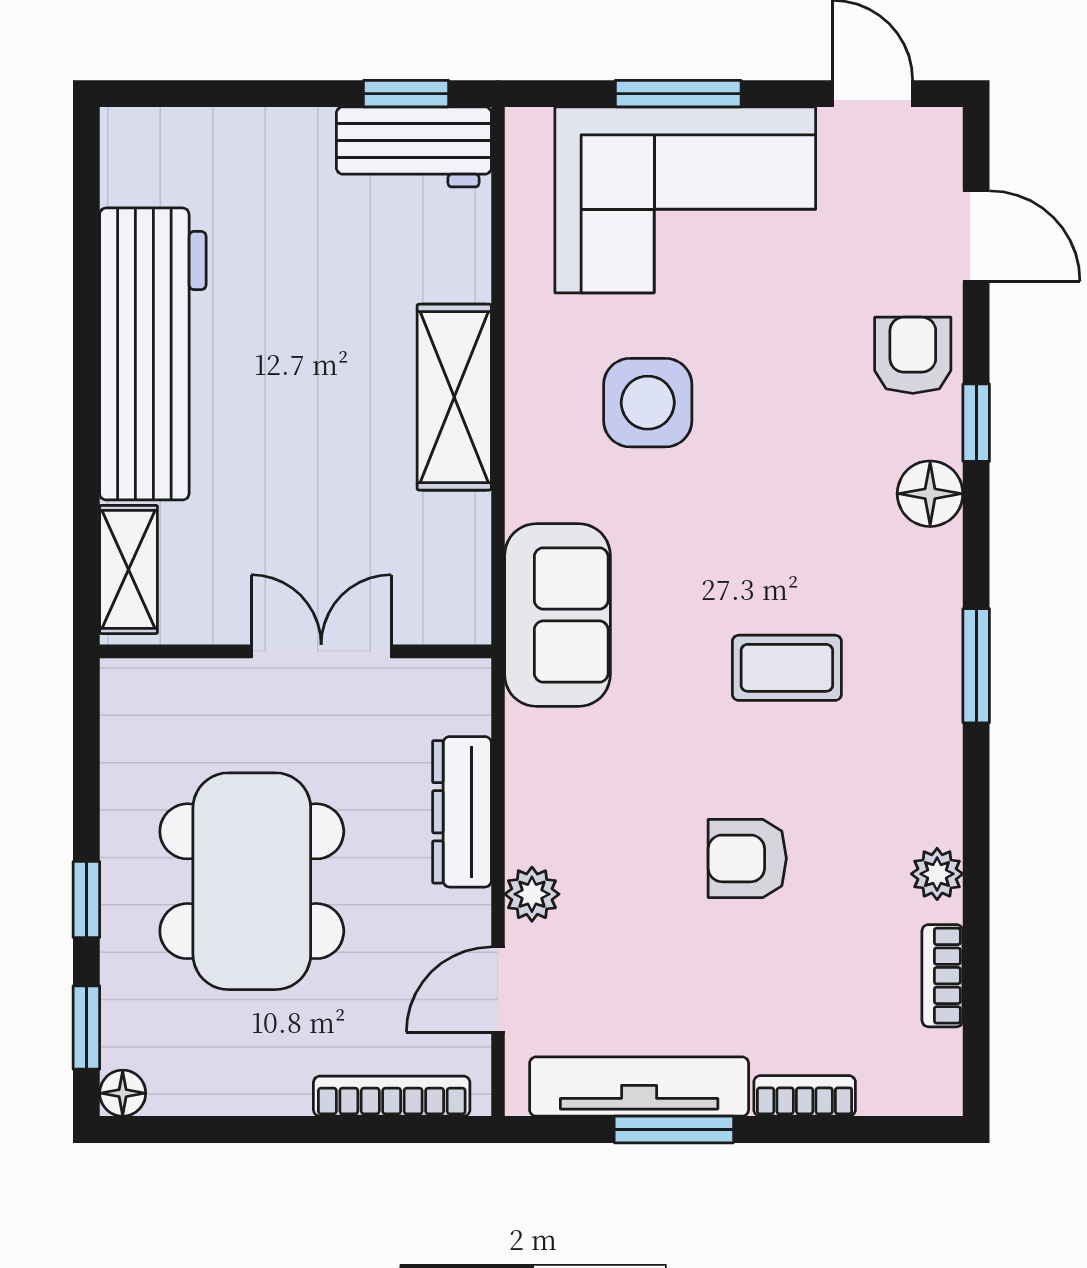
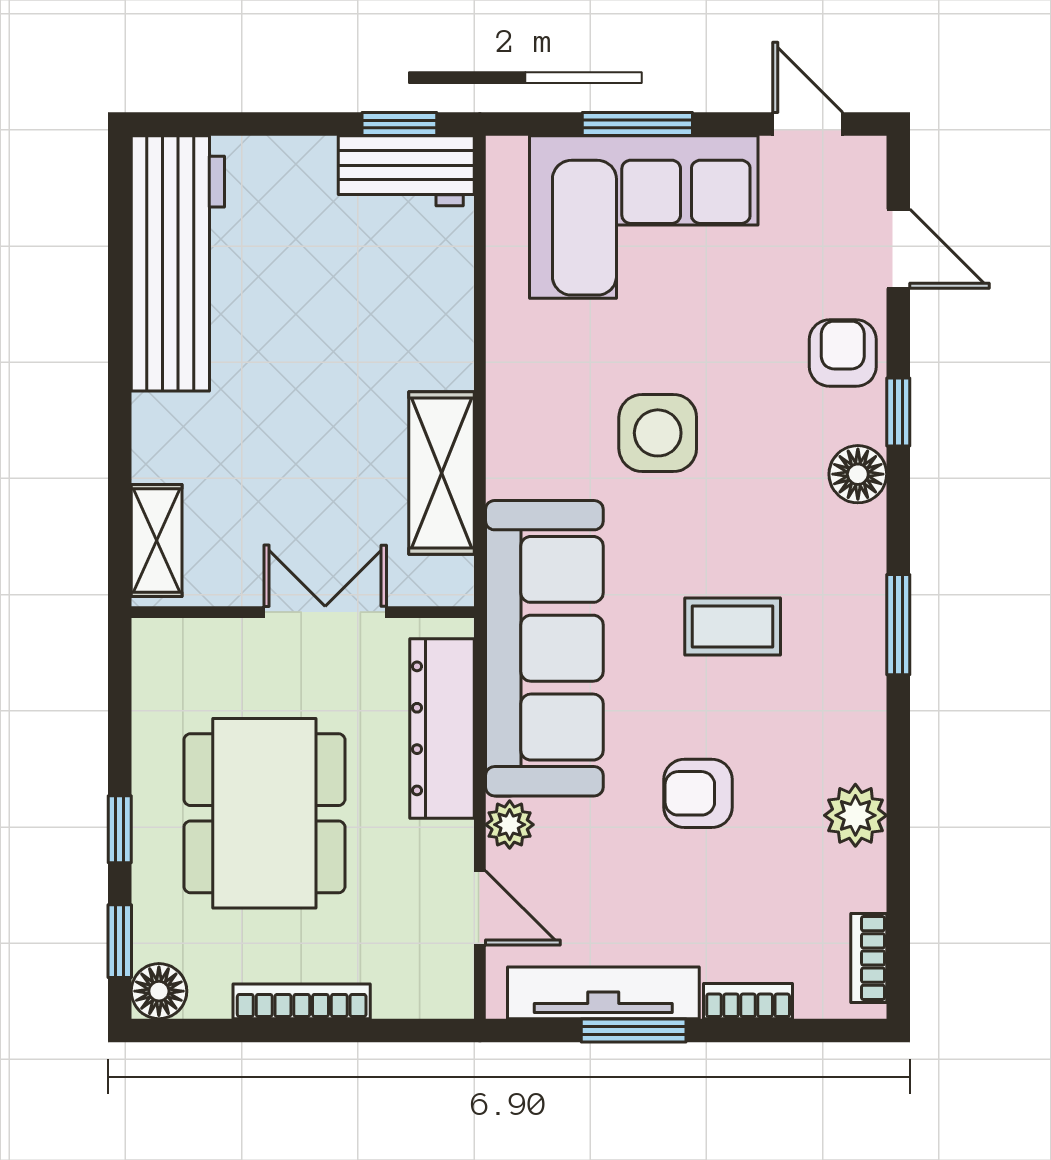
workbench: (153, 354) -> (178, 263), moved
shelving: (454, 397) -> (442, 473), moved
side table: (648, 403) -> (658, 433), moved
sofa: (557, 615) -> (544, 648), width x1.85, depth x1.27
dresser: (462, 812) -> (442, 728), width x1.37, depth x1.24
plant: (937, 874) -> (855, 815), width x1.38, depth x1.38
bookcase: (942, 976) -> (869, 958), moved
door: (498, 990) -> (480, 908), swing flipped
floor lamp: (123, 1093) -> (159, 991), width x1.37, depth x1.37
bookcase: (392, 1096) -> (302, 1001), moved

